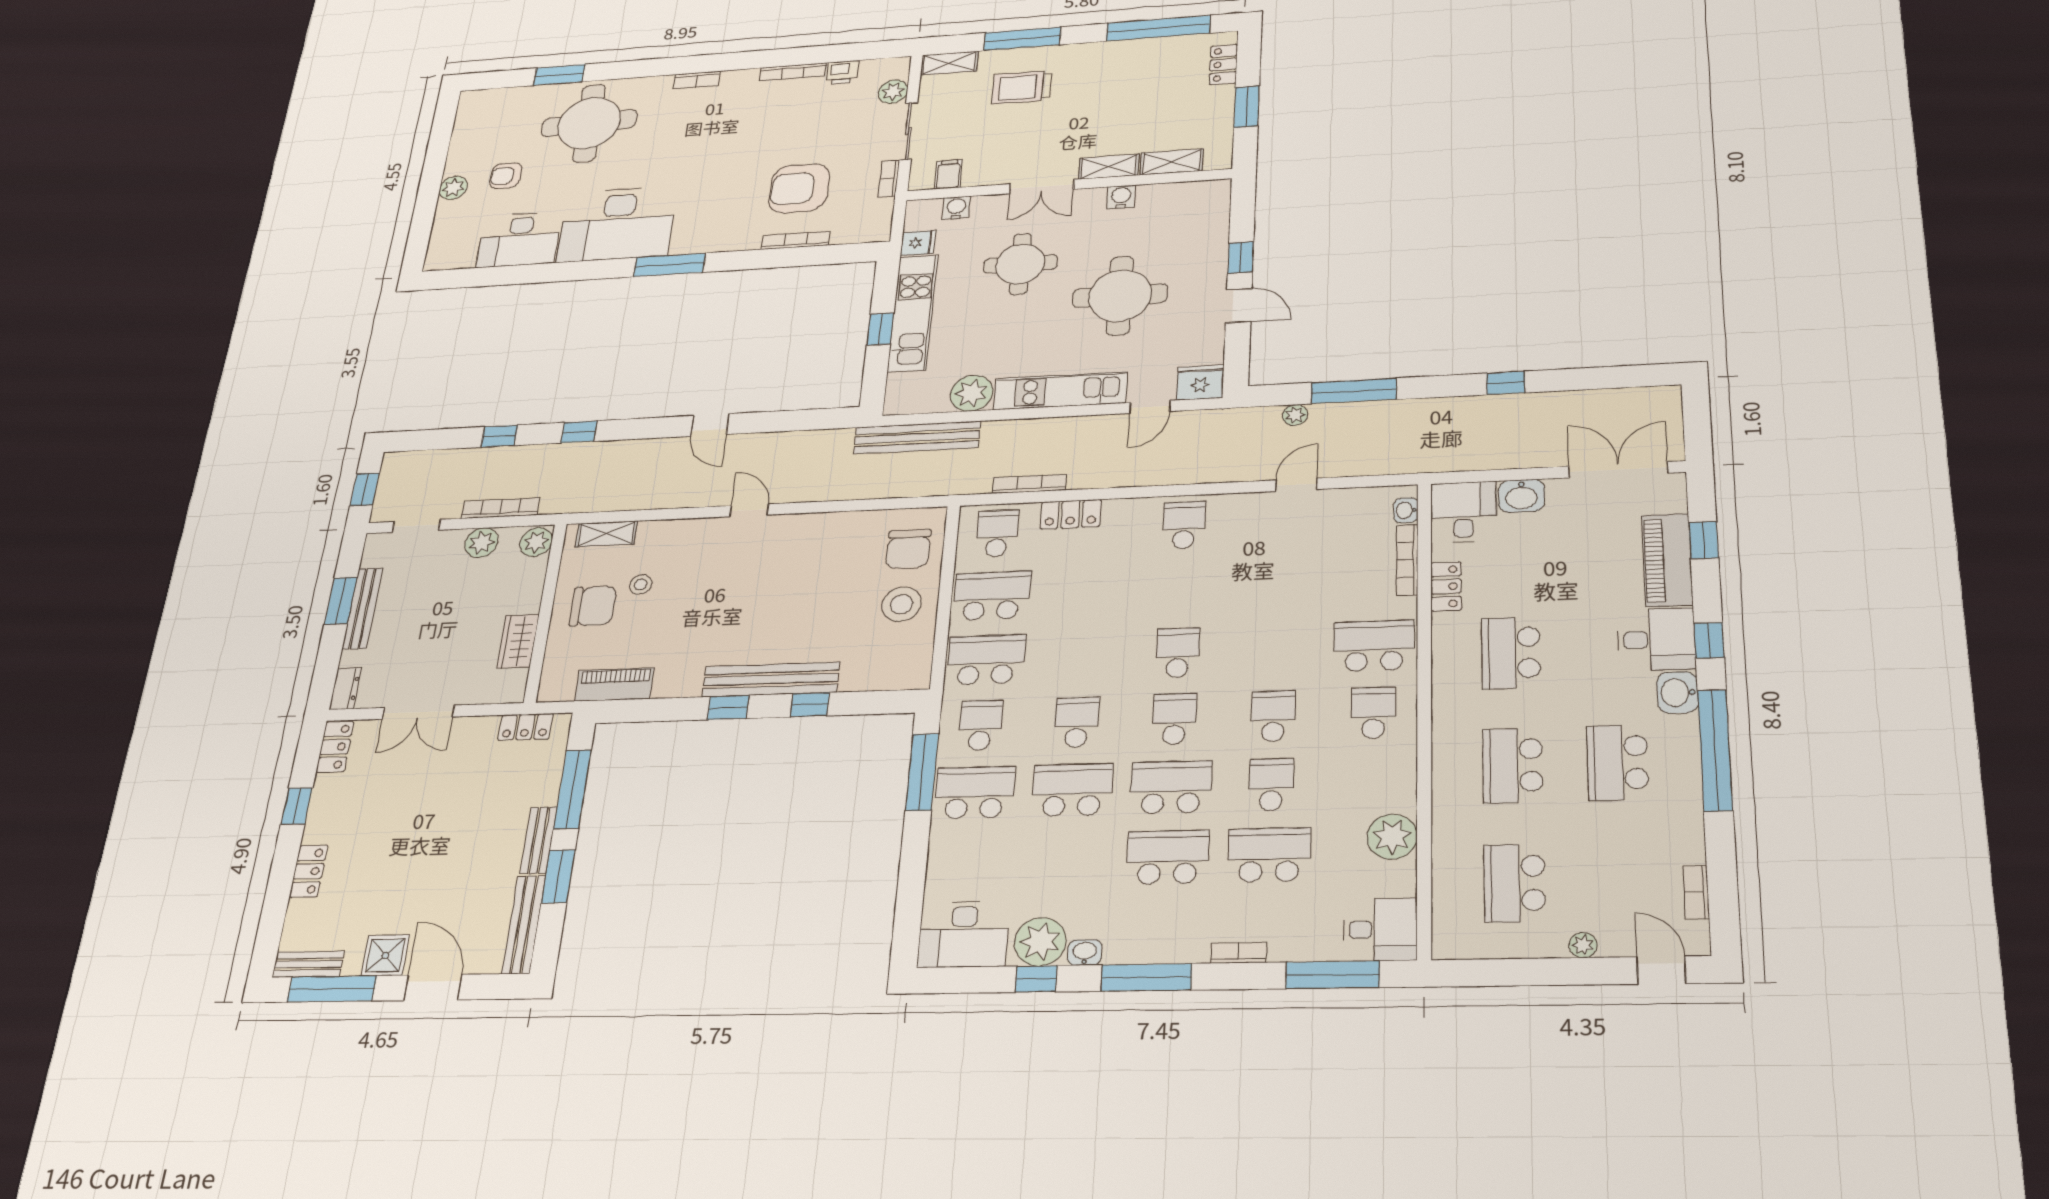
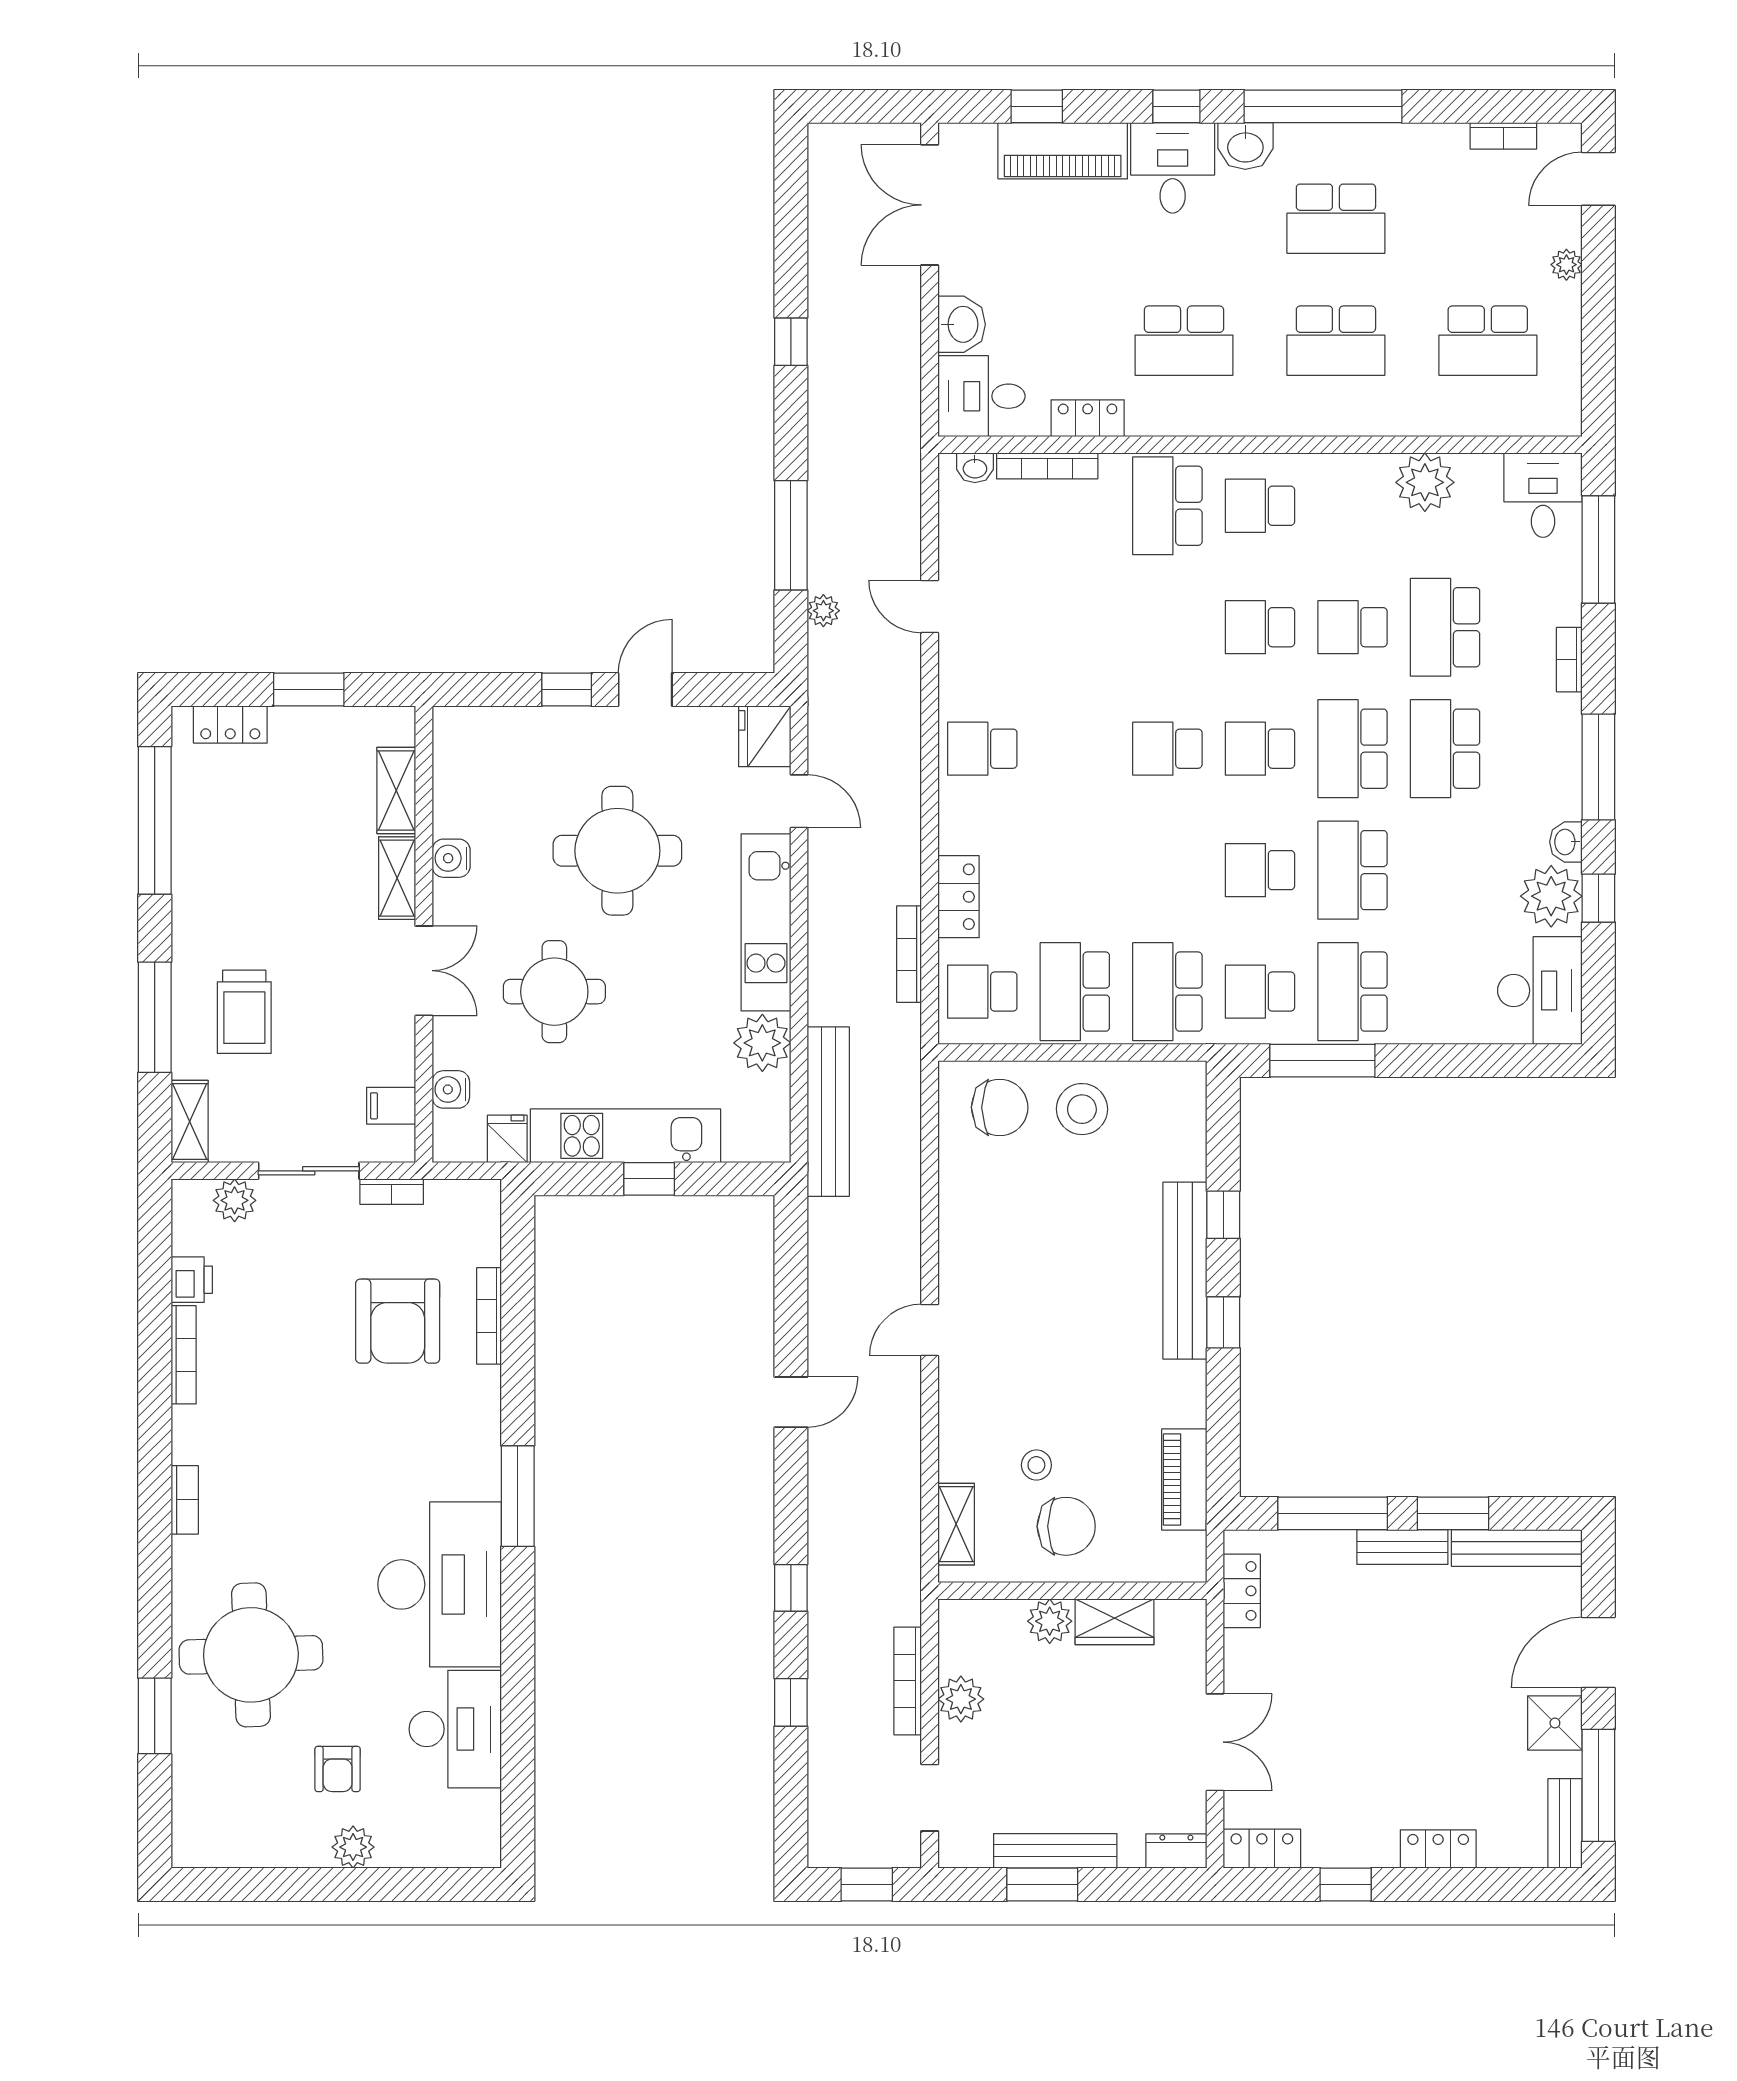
plant: (536, 542) -> (1050, 1621), moved
chair: (593, 606) -> (1066, 1526), turned 90

